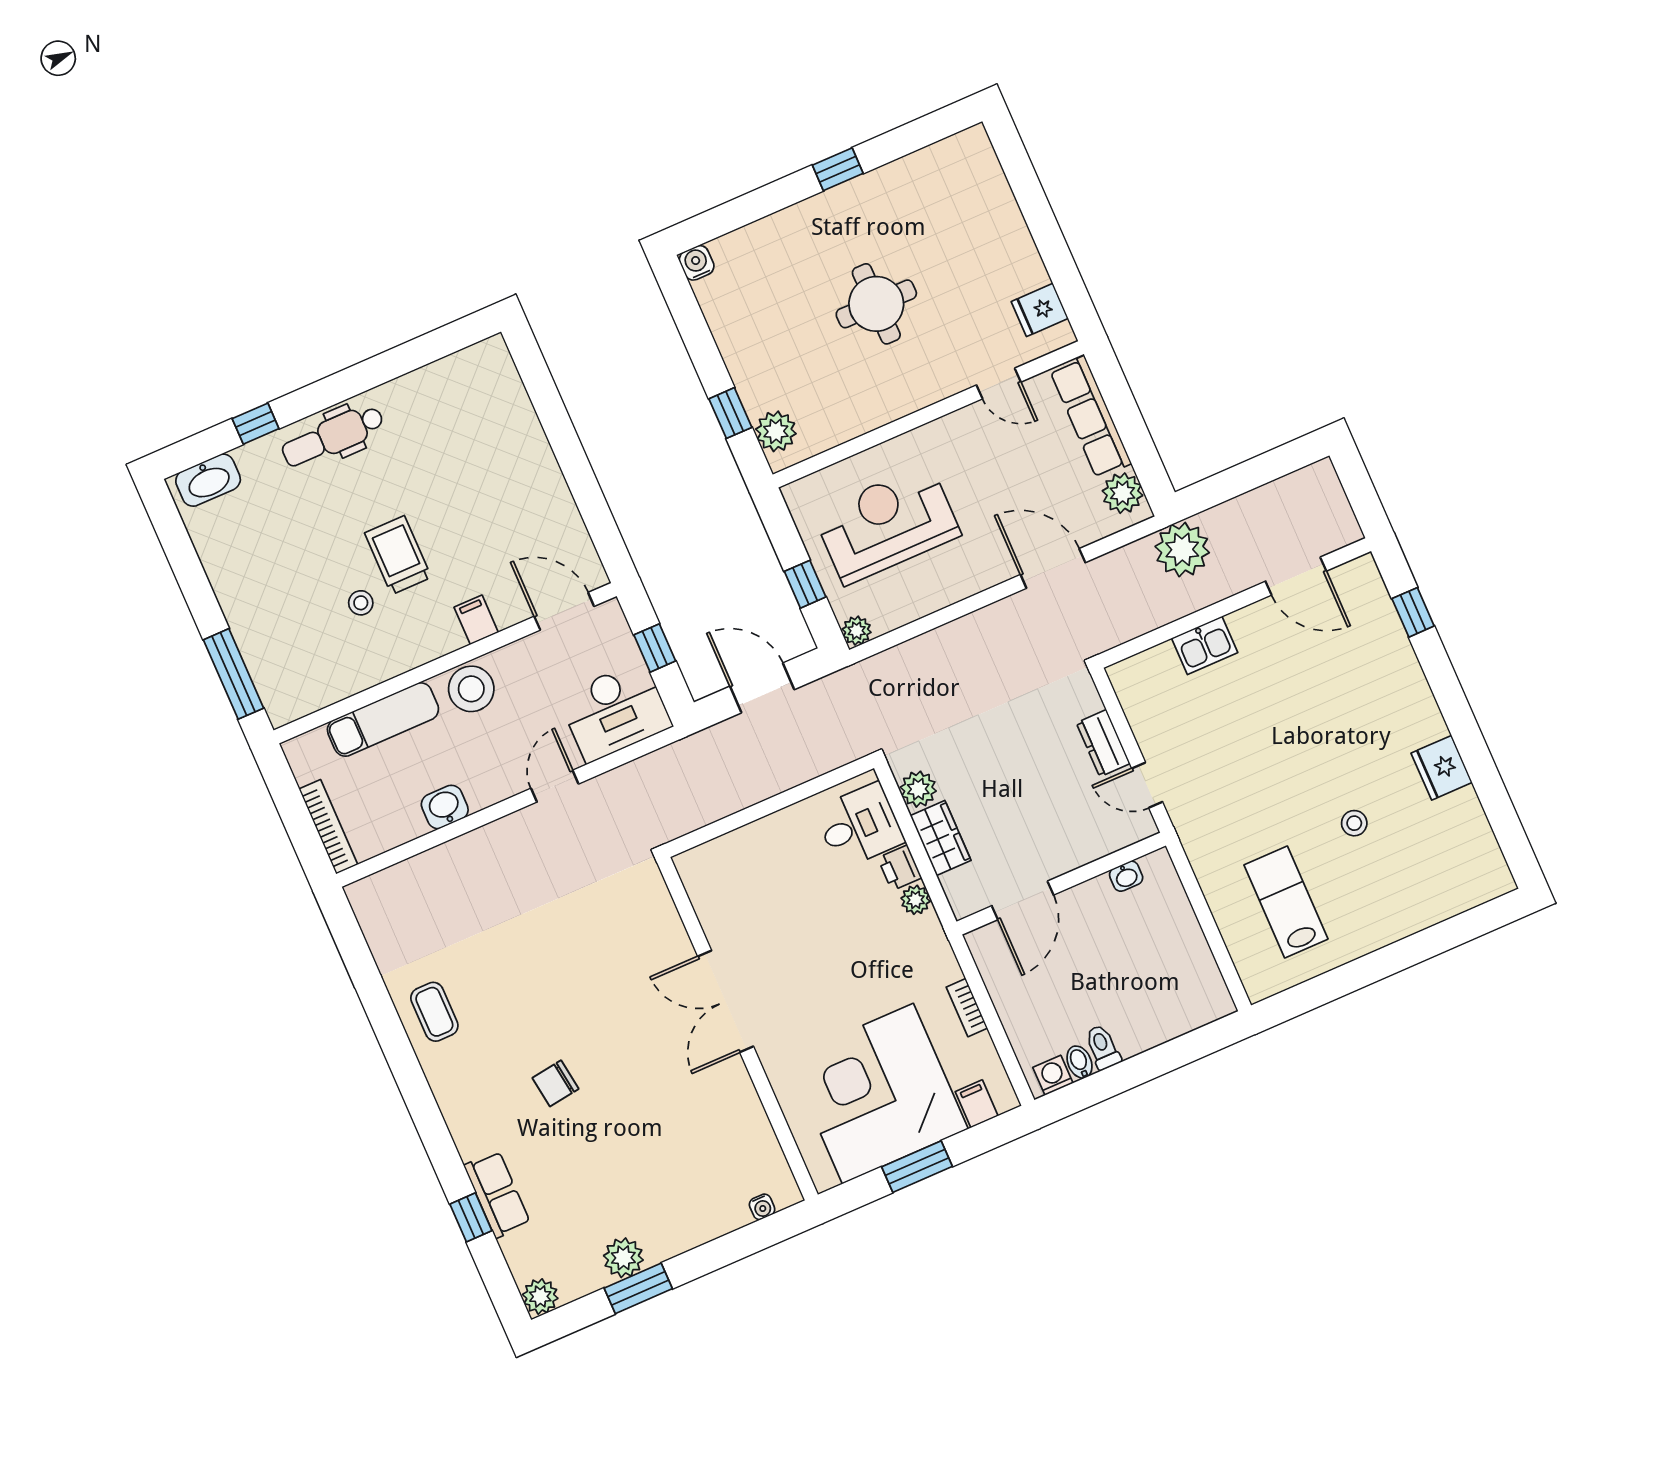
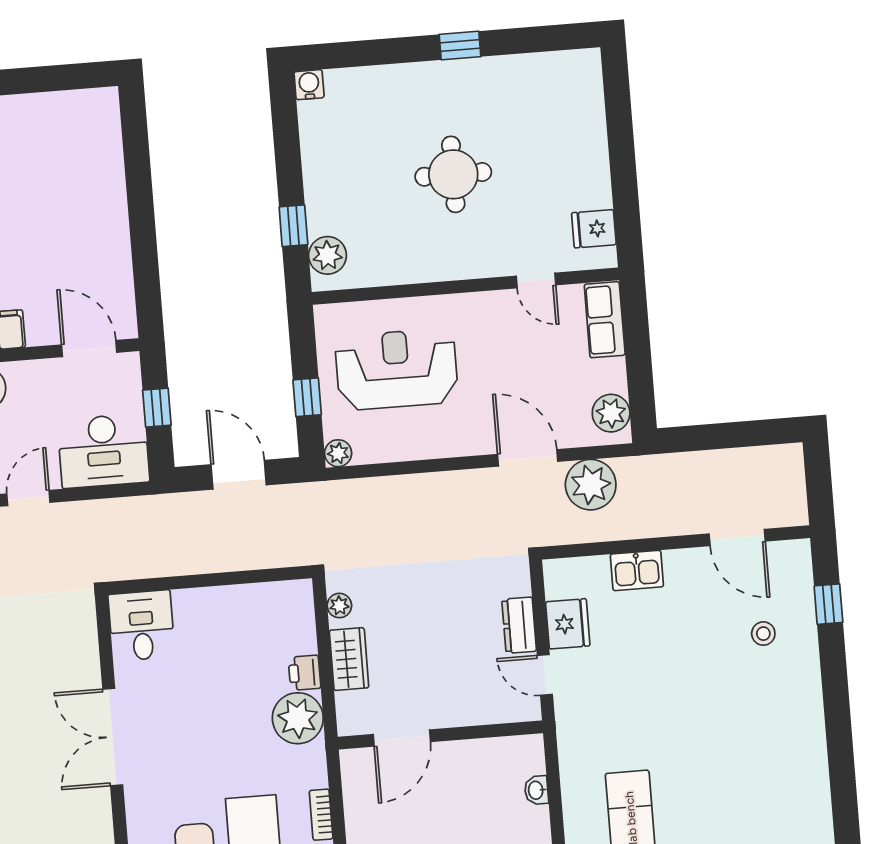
row of seats: (1091, 417) -> (605, 320), width x0.68
plant: (1182, 550) -> (591, 485), moved
fridge: (1442, 768) -> (568, 624), moved, turned 180
plant: (918, 789) -> (339, 606), width x0.73, depth x0.73
stool: (1354, 823) -> (763, 634), moved
desk: (859, 826) -> (142, 626), moved, turned -90
washbasin: (1126, 876) -> (536, 790), moved, turned 90
plant: (916, 900) -> (298, 718), width x1.87, depth x1.87

